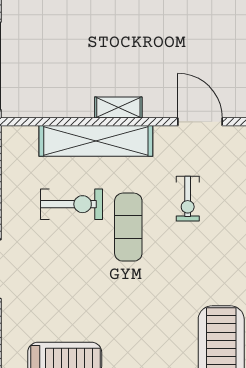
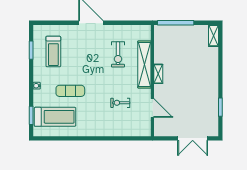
door: (200, 122) -> (152, 108), hinge flipped
exercise mat: (128, 227) -> (70, 91), moved

